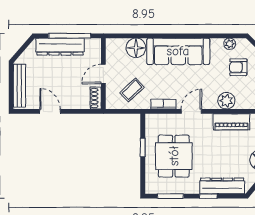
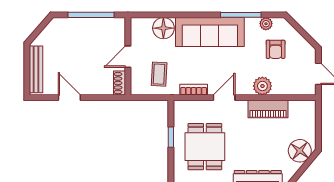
window: (206, 36) -> (241, 15), added
dresser: (60, 47) -> (80, 27), removed
armchair: (238, 67) -> (276, 49), turned -90
coffee table: (132, 90) -> (159, 74), turned -44

